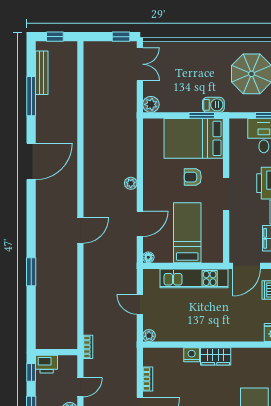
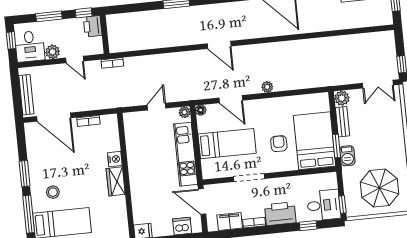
bench: (176, 106) -> (342, 122), added
doorway: (226, 194) -> (249, 178), moved
plant: (149, 336) -> (185, 112), moved

